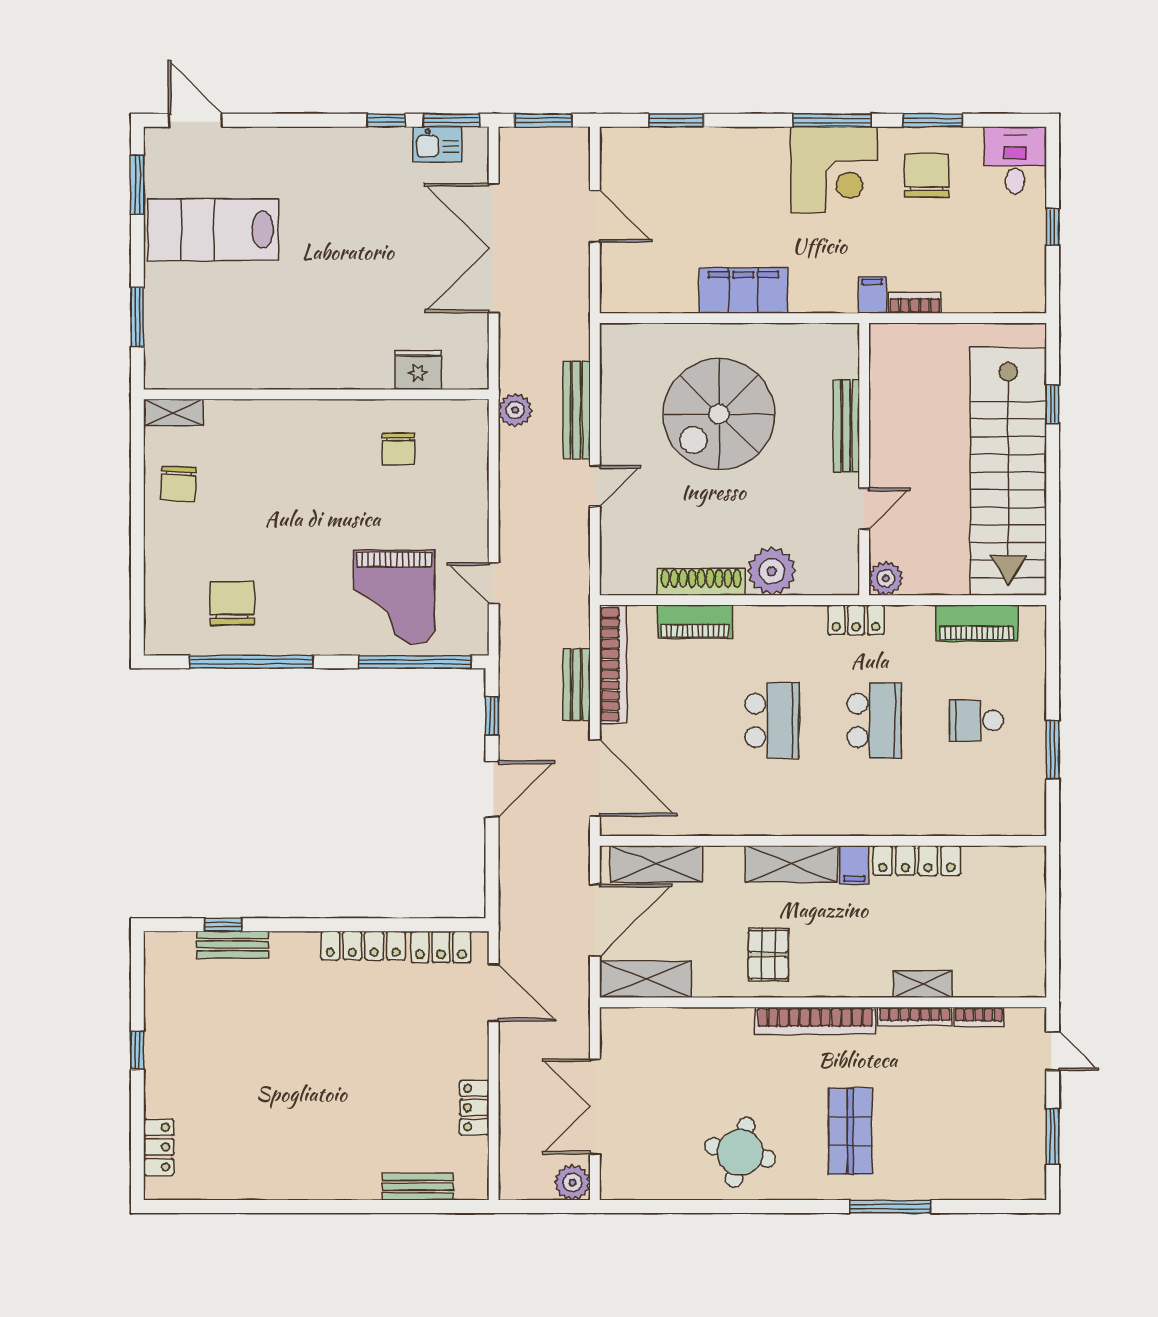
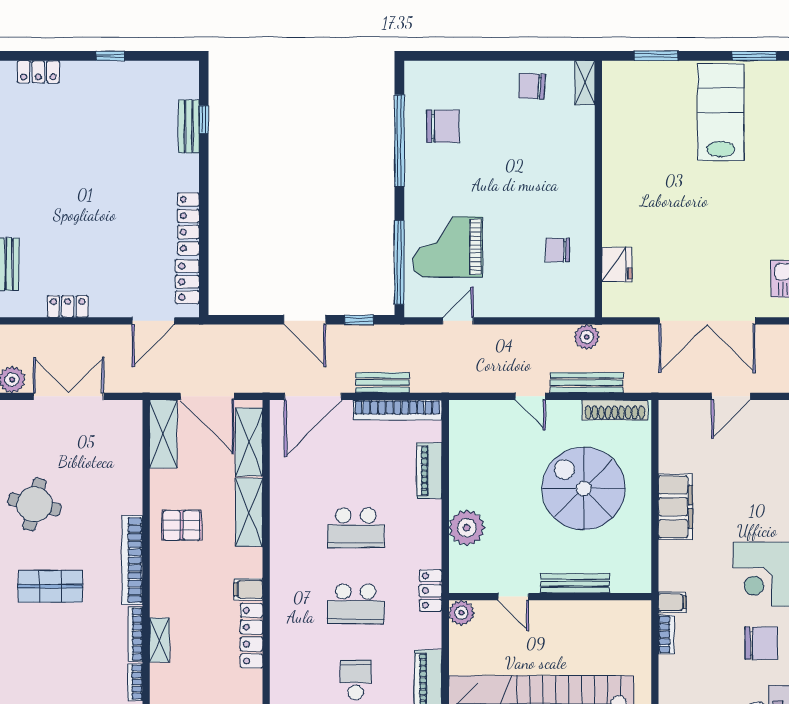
double door: (494, 248) -> (707, 321), swing flipped
shoe rack: (701, 582) -> (615, 410), moved, turned 90
shelving: (791, 864) -> (249, 512), moved

